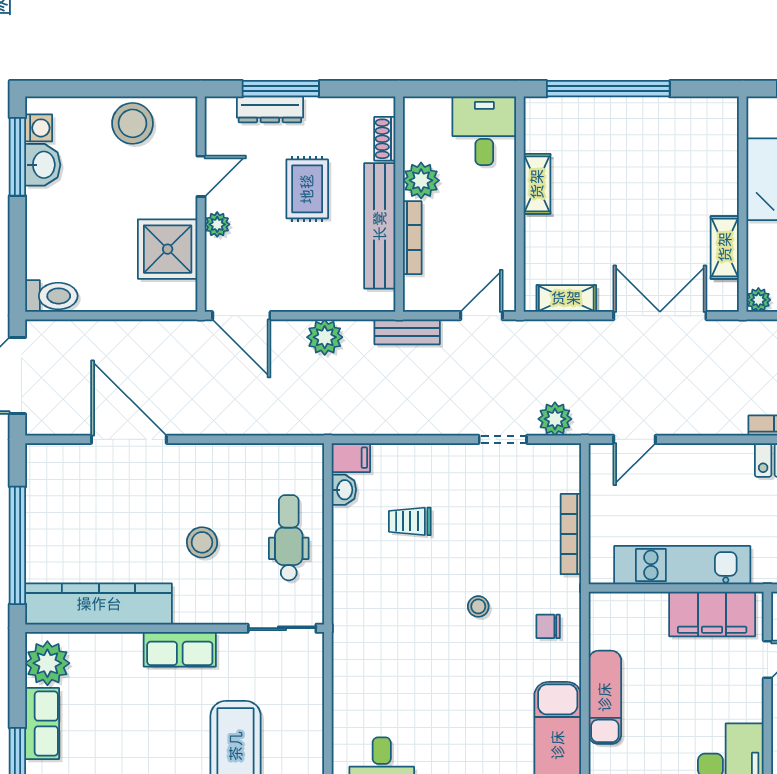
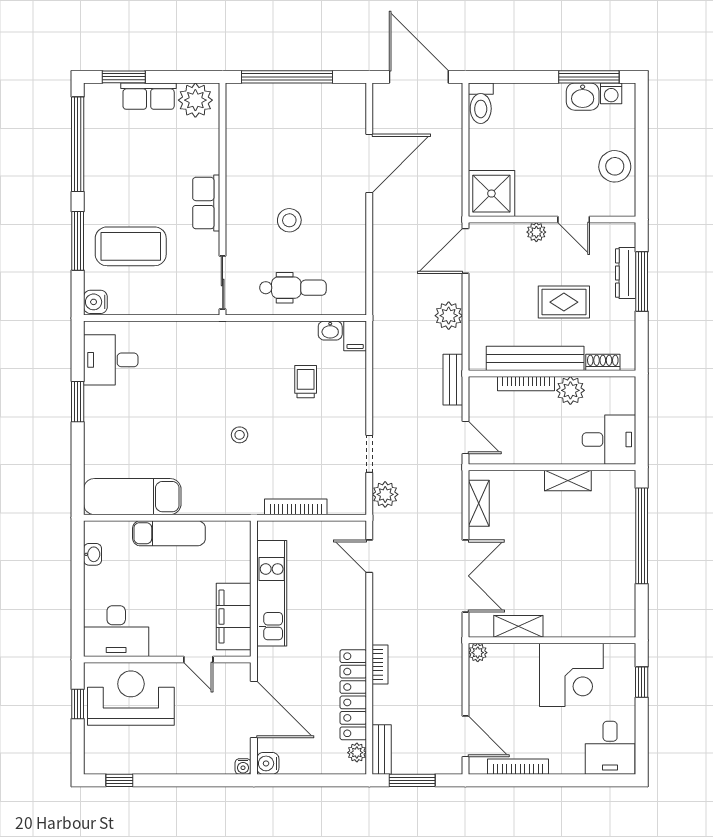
shower: (168, 249) -> (491, 194), moved
kitchen counter: (99, 604) -> (241, 140), removed
chair: (548, 626) -> (224, 489), removed

